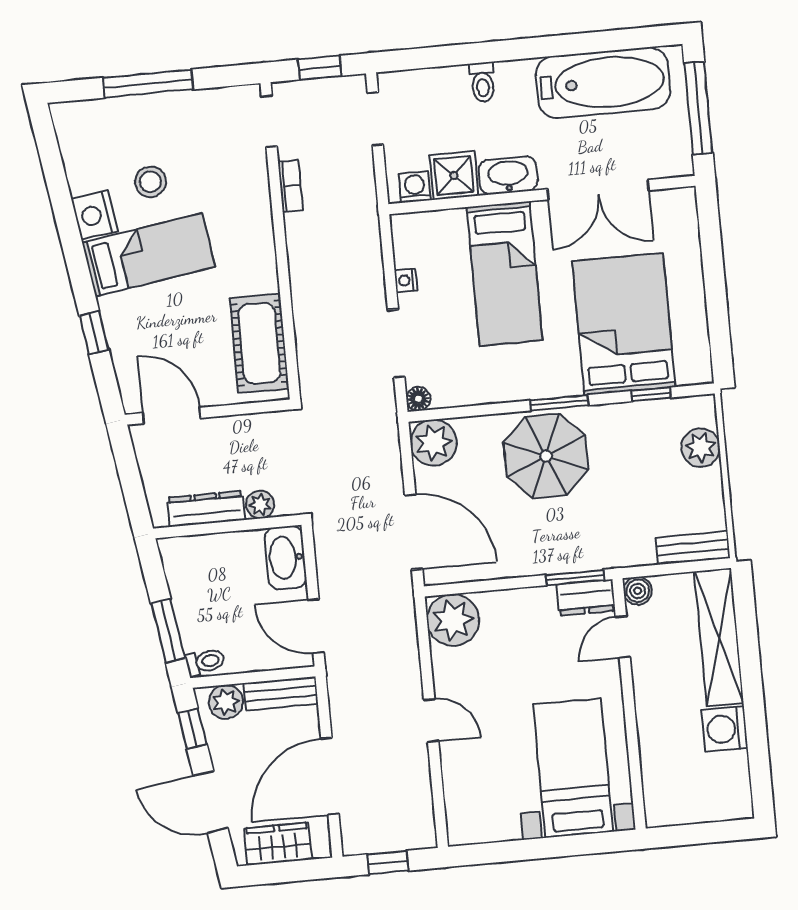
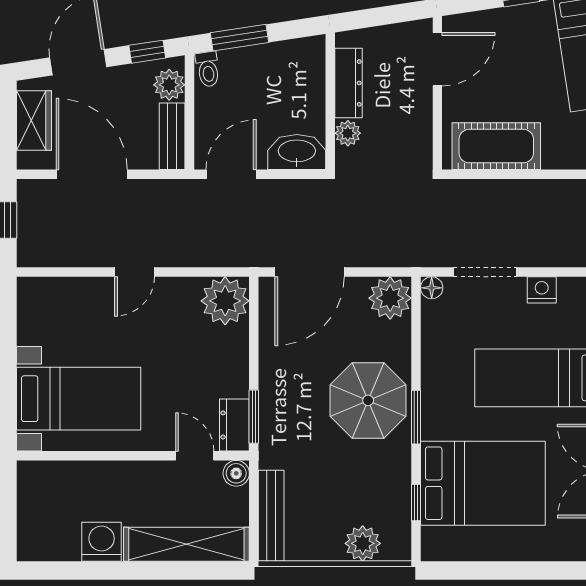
nightstand: (406, 280) -> (542, 290), width x1.39, depth x1.35
bench: (693, 548) -> (271, 516), width x1.36

